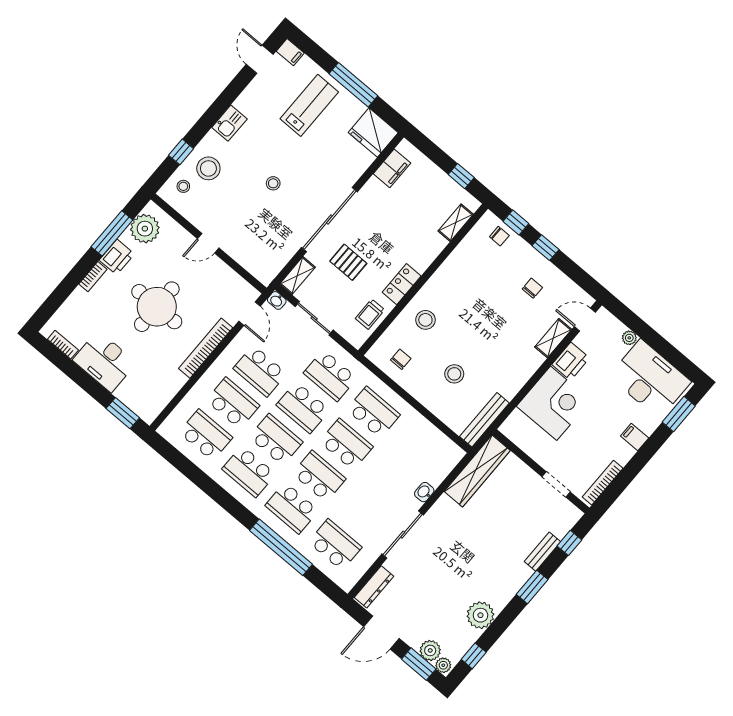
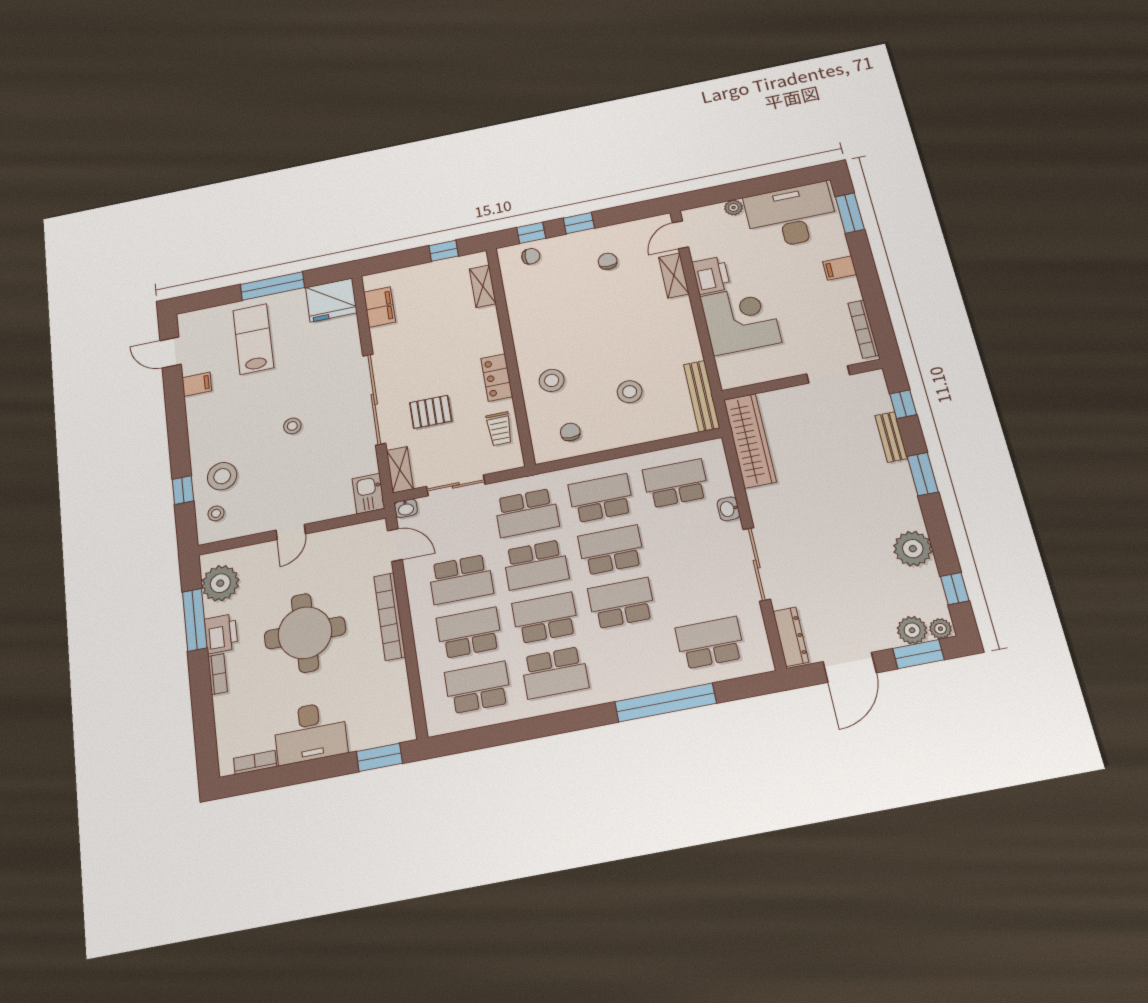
filing cabinet: (290, 52) -> (197, 384), moved
kitchen sink: (229, 123) -> (368, 494), moved, turned 180
school desk: (292, 508) -> (676, 483), moved, turned 180

